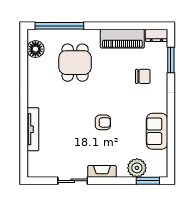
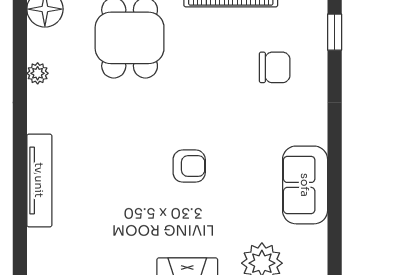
window: (171, 60) -> (335, 32), width x0.67
plant: (32, 79) -> (38, 73), added

